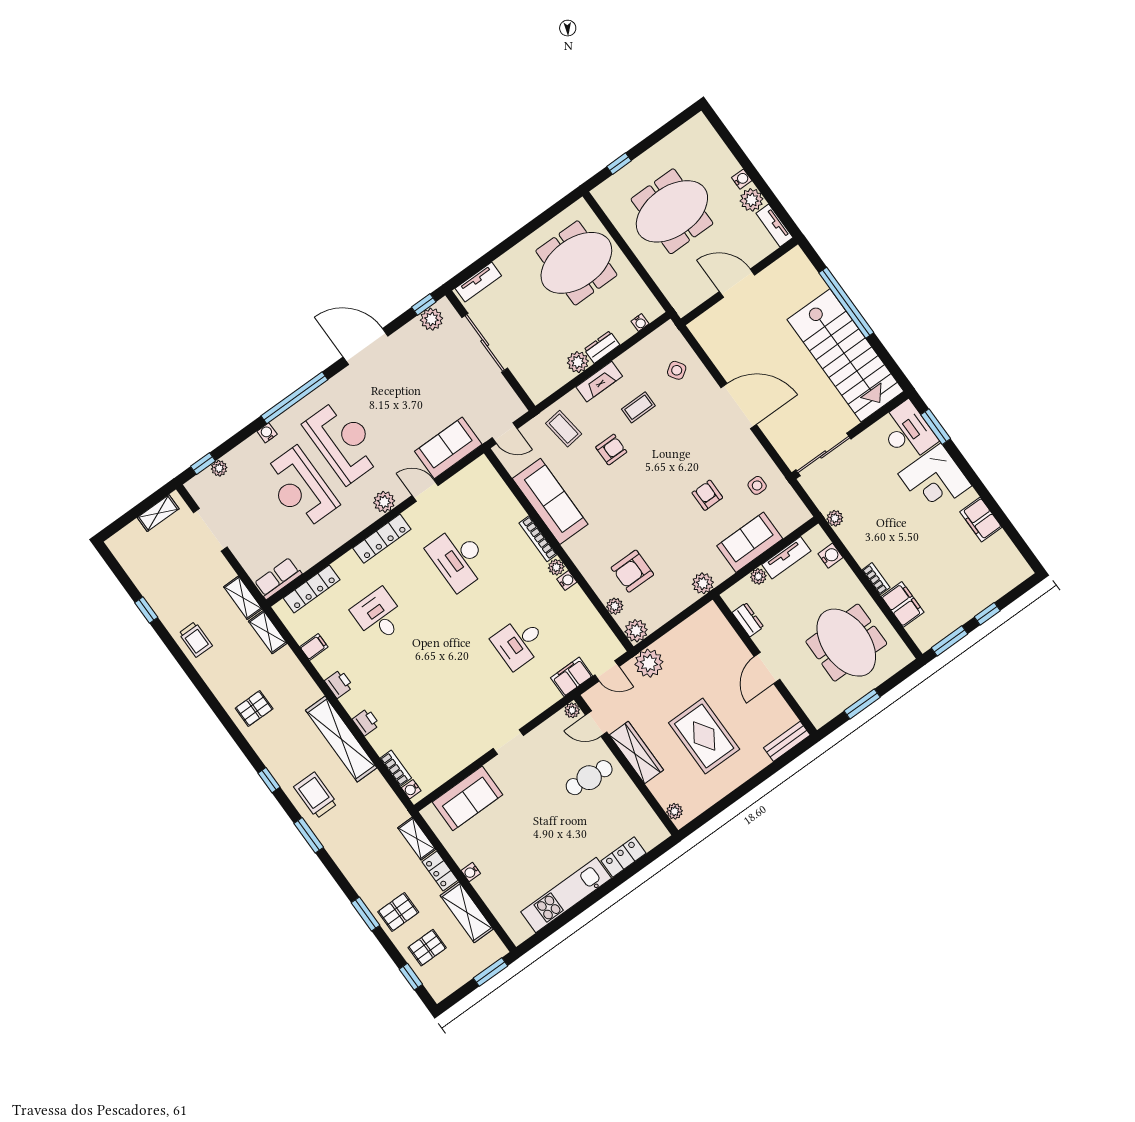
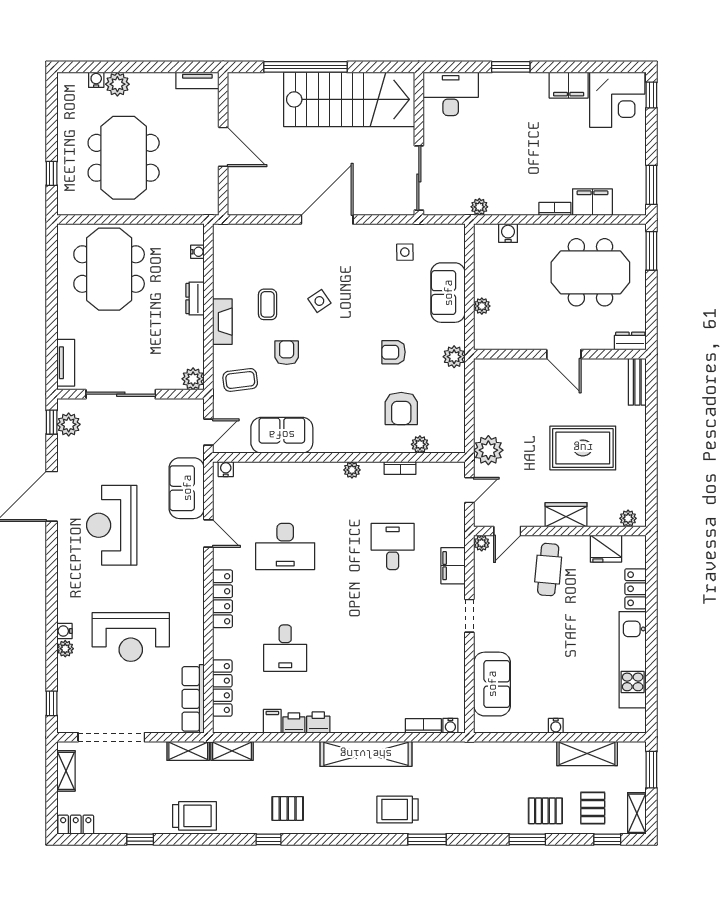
water cooler: (742, 179) -> (96, 80), moved
plant: (752, 200) -> (117, 84), moved
door: (737, 283) -> (223, 147), swing flipped
plant: (578, 362) -> (193, 379), moved
side table: (677, 370) -> (319, 301), moved
window: (294, 398) -> (52, 587), removed
window: (936, 427) -> (511, 67), moved
reception desk: (343, 441) -> (112, 525), moved, turned -90
plant: (219, 468) -> (65, 649), moved
corner desk: (935, 480) -> (617, 100), moved
door: (425, 491) -> (208, 533), swing flipped
armchair: (707, 495) -> (394, 352), moved
sofa: (550, 501) -> (282, 435), width x0.73
plant: (384, 502) -> (193, 575), removed
doorway: (210, 530) -> (111, 737), width x1.36
bookcase: (538, 539) -> (400, 468), moved, width x0.64
tv unit: (786, 558) -> (483, 271), removed
row of seats: (278, 578) -> (193, 699), width x1.48
water cooler: (567, 581) -> (226, 469), moved
window: (987, 614) -> (651, 95), moved
desk: (379, 616) -> (285, 648), turned -90
dresser: (748, 620) -> (630, 341), moved
plant: (636, 631) -> (453, 441), removed
trolley: (195, 639) -> (194, 816), width x1.36, depth x1.39
desk: (519, 642) -> (393, 546), turned 180
filing cabinet: (572, 677) -> (453, 566), moved
window: (862, 704) -> (651, 251), moved
pallet: (254, 708) -> (288, 808), turned 90
printer: (366, 722) -> (294, 723), moved
wardrobe: (636, 752) -> (566, 515), width x0.67
window: (269, 780) -> (269, 839), moved
fridge: (638, 811) -> (606, 549), added
shelving: (417, 839) -> (637, 813), moved, turned 90
locker: (440, 871) -> (76, 825), moved, turned 180
pallet: (398, 912) -> (545, 811), turned 90

